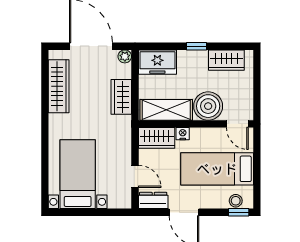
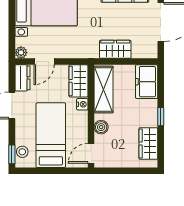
plant: (125, 56) -> (21, 52), moved
boiler: (208, 106) -> (101, 127), width x0.54, depth x0.54

